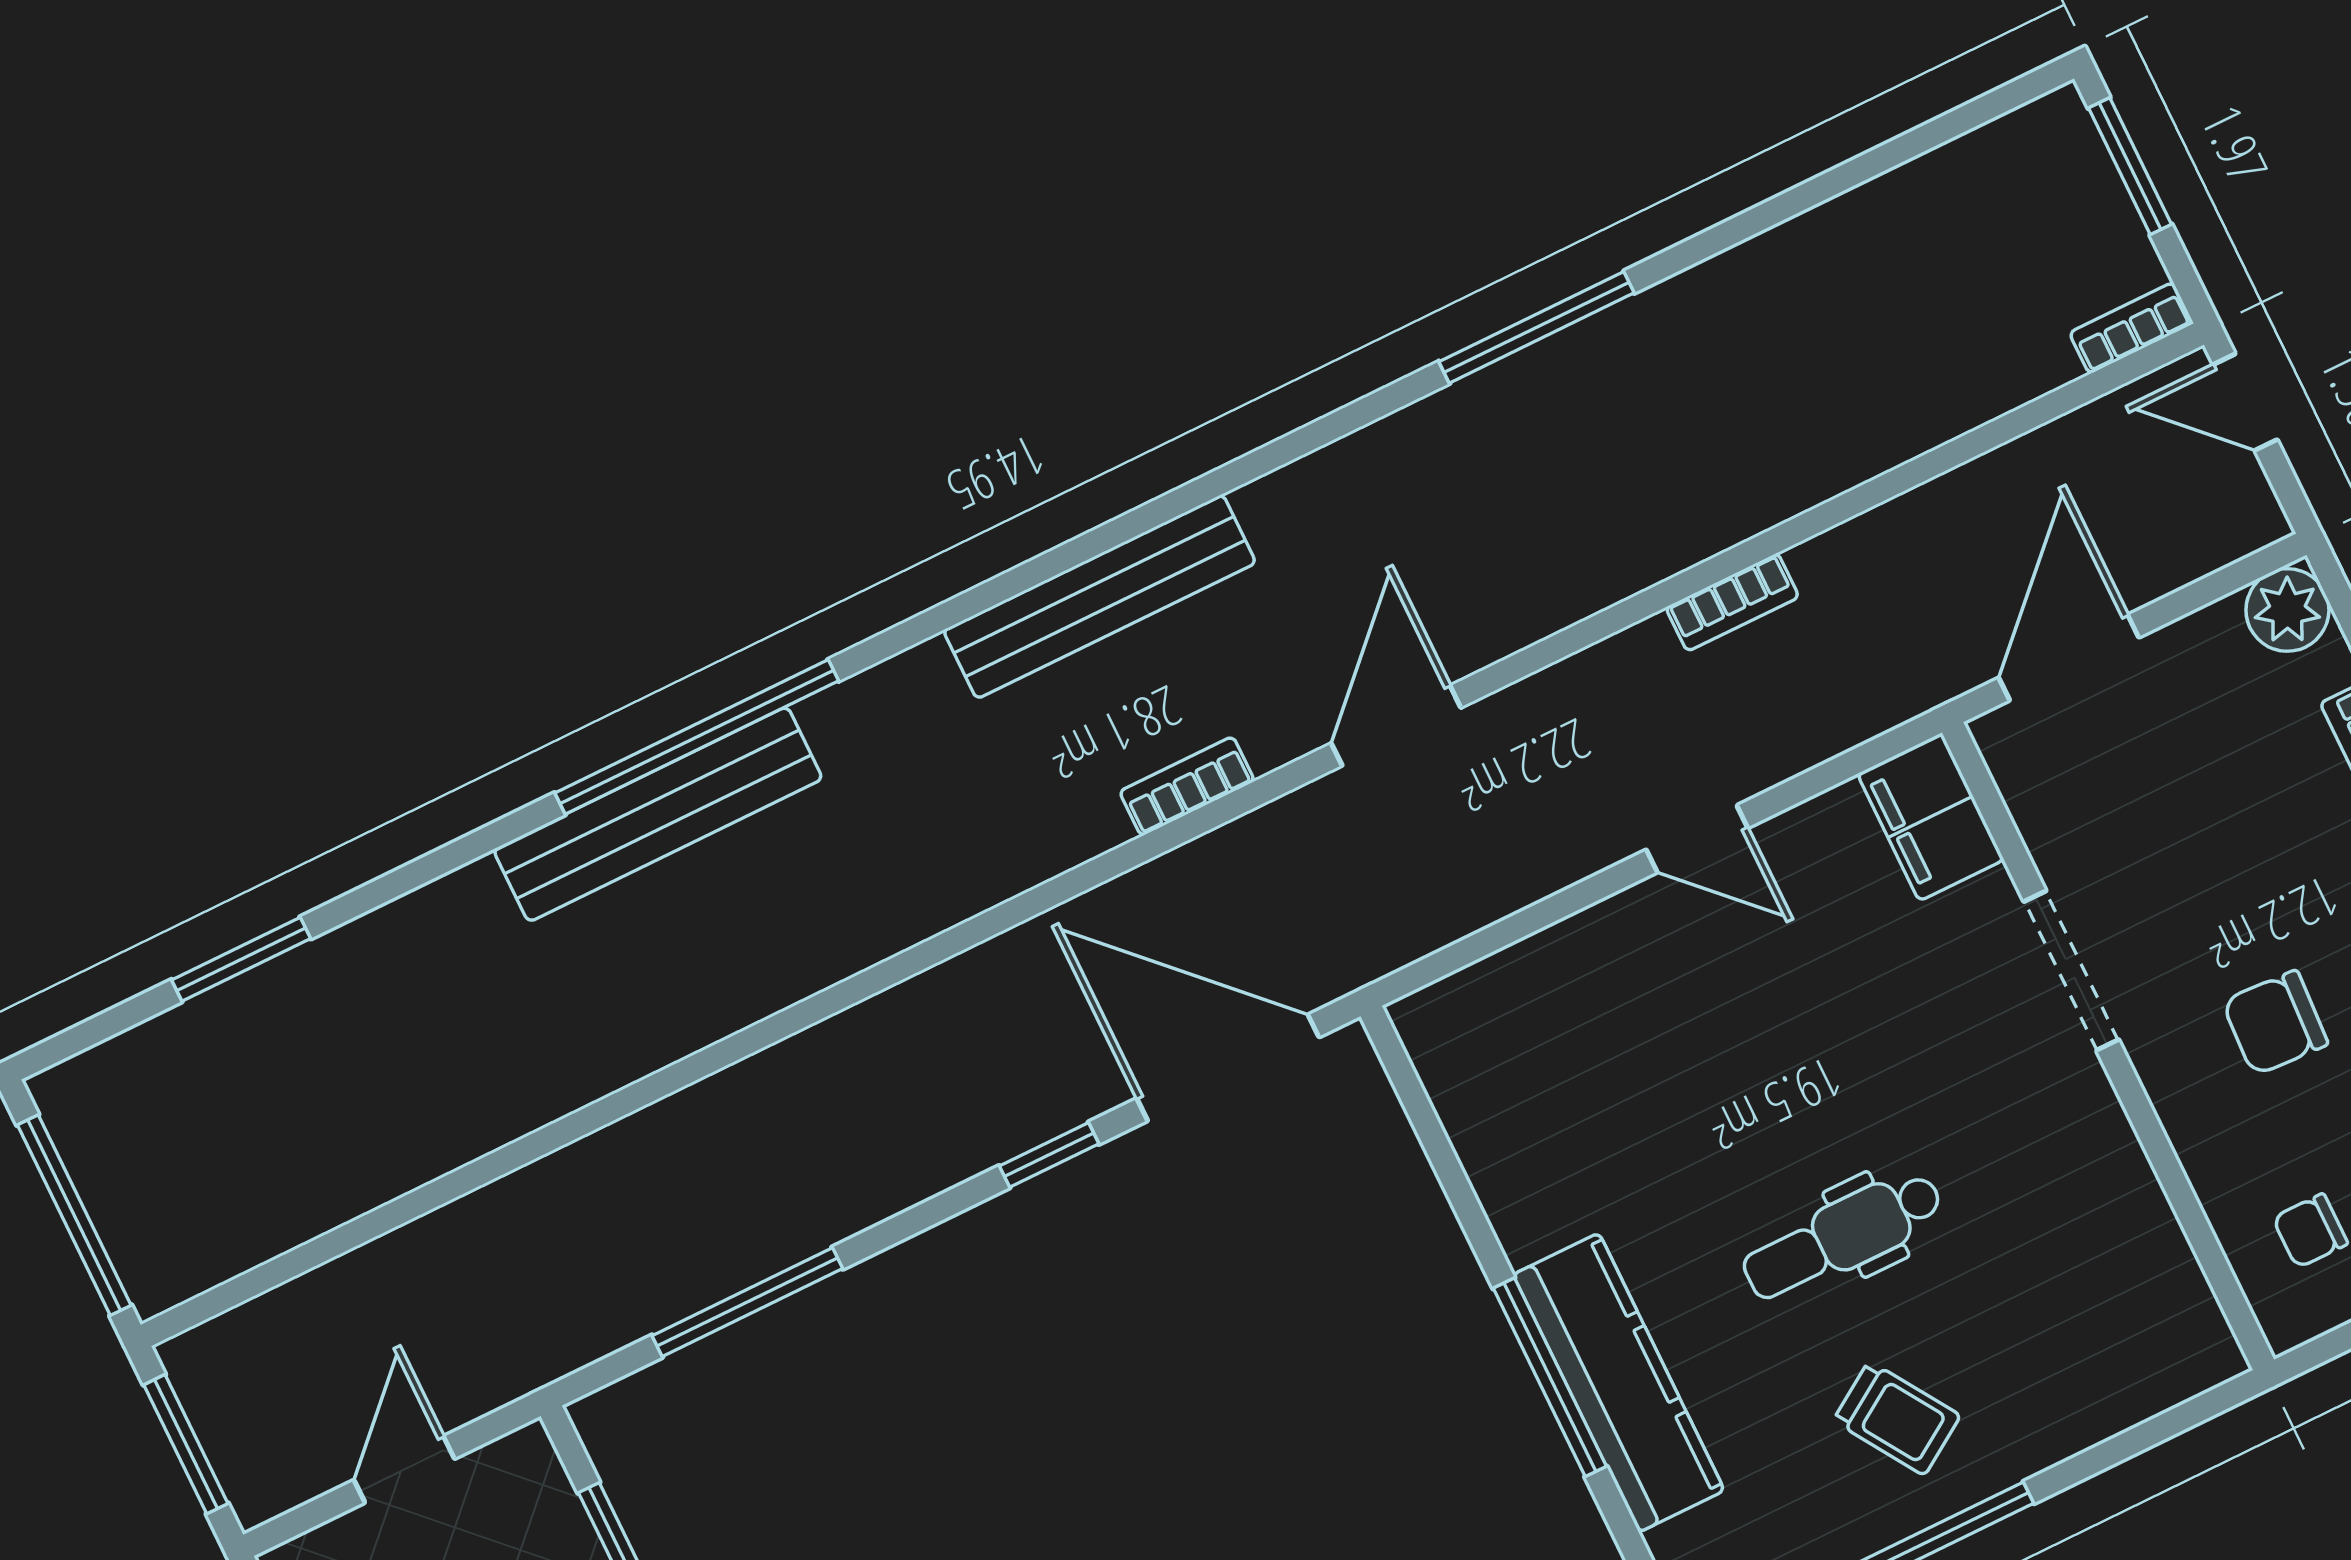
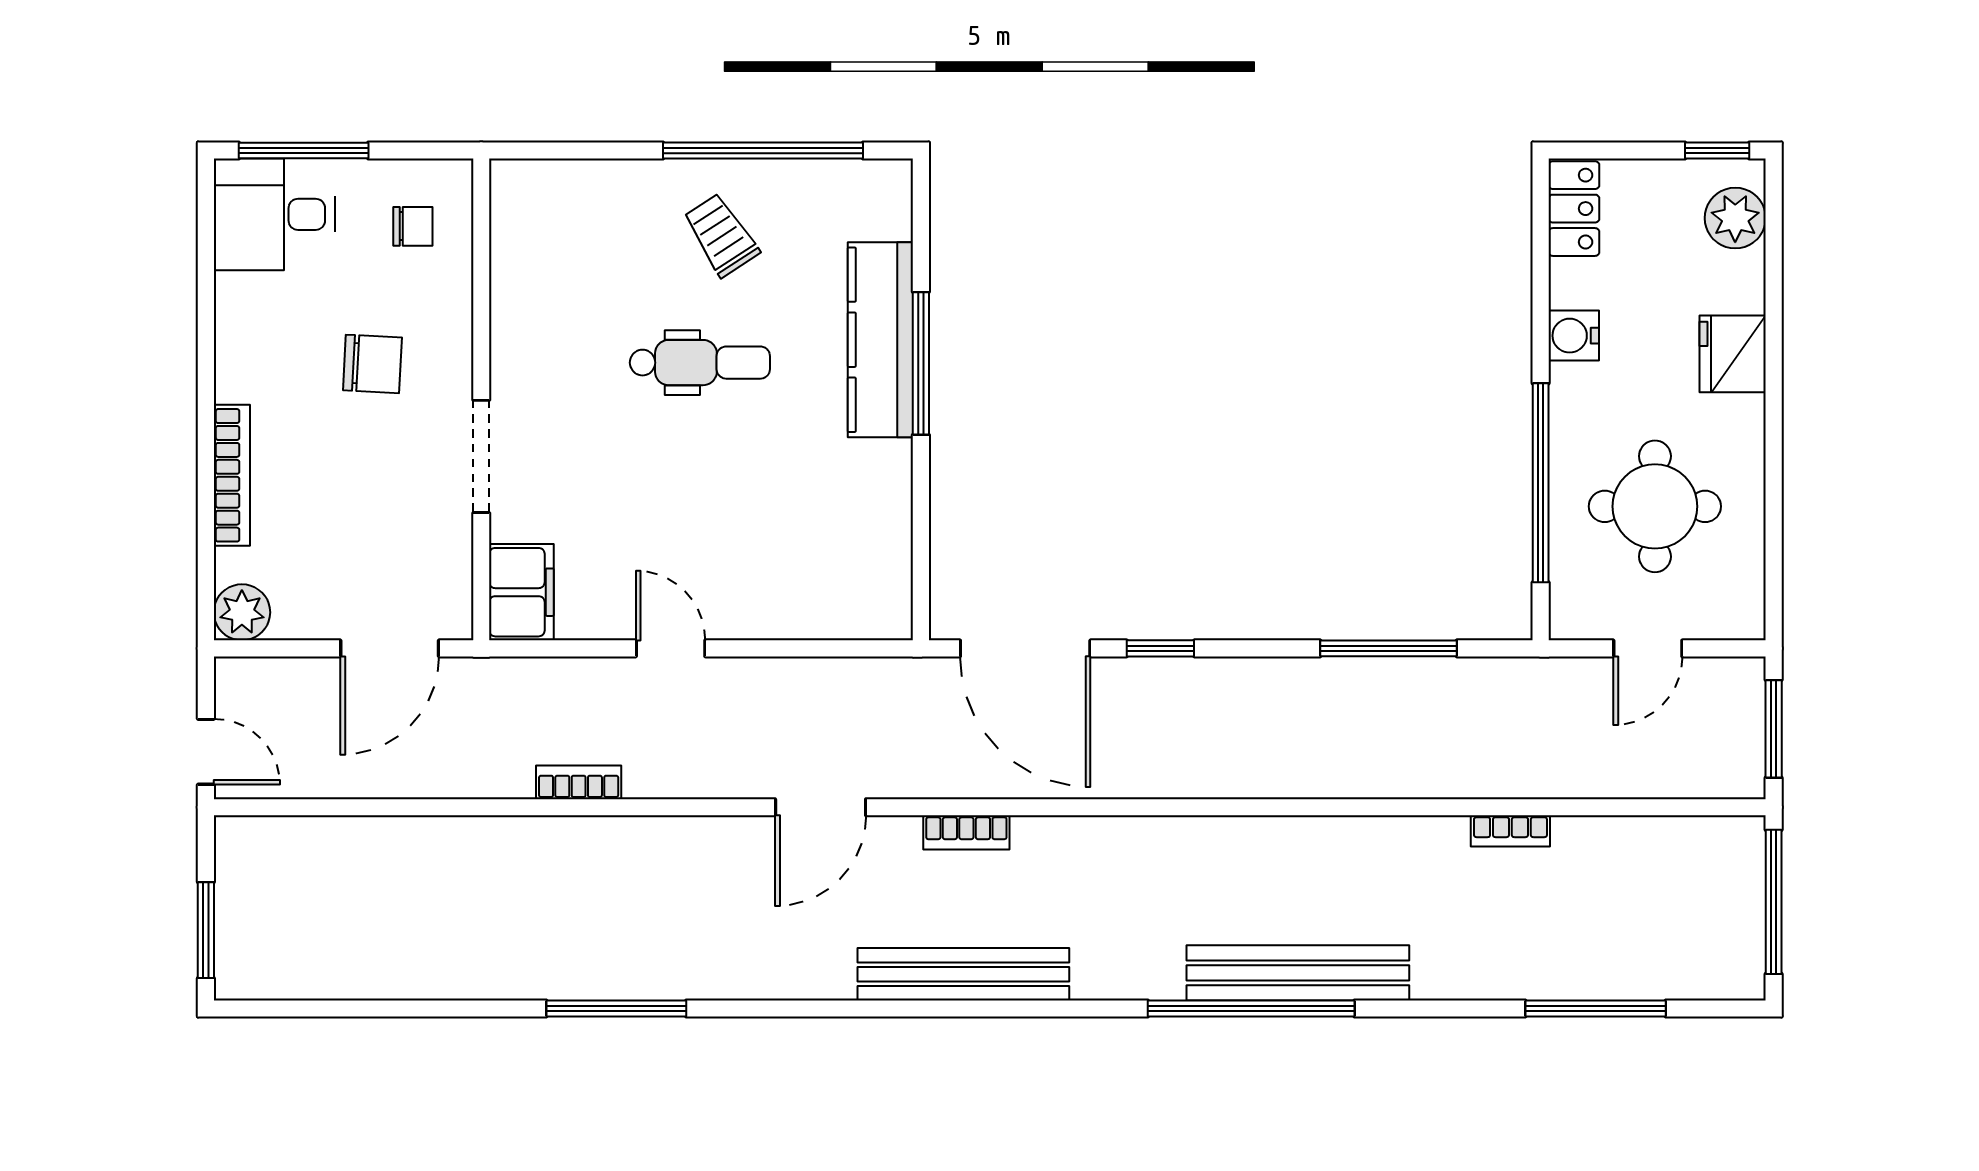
bookcase: (2131, 328) -> (1510, 831), moved
window: (241, 959) -> (1596, 1008), width x1.44

